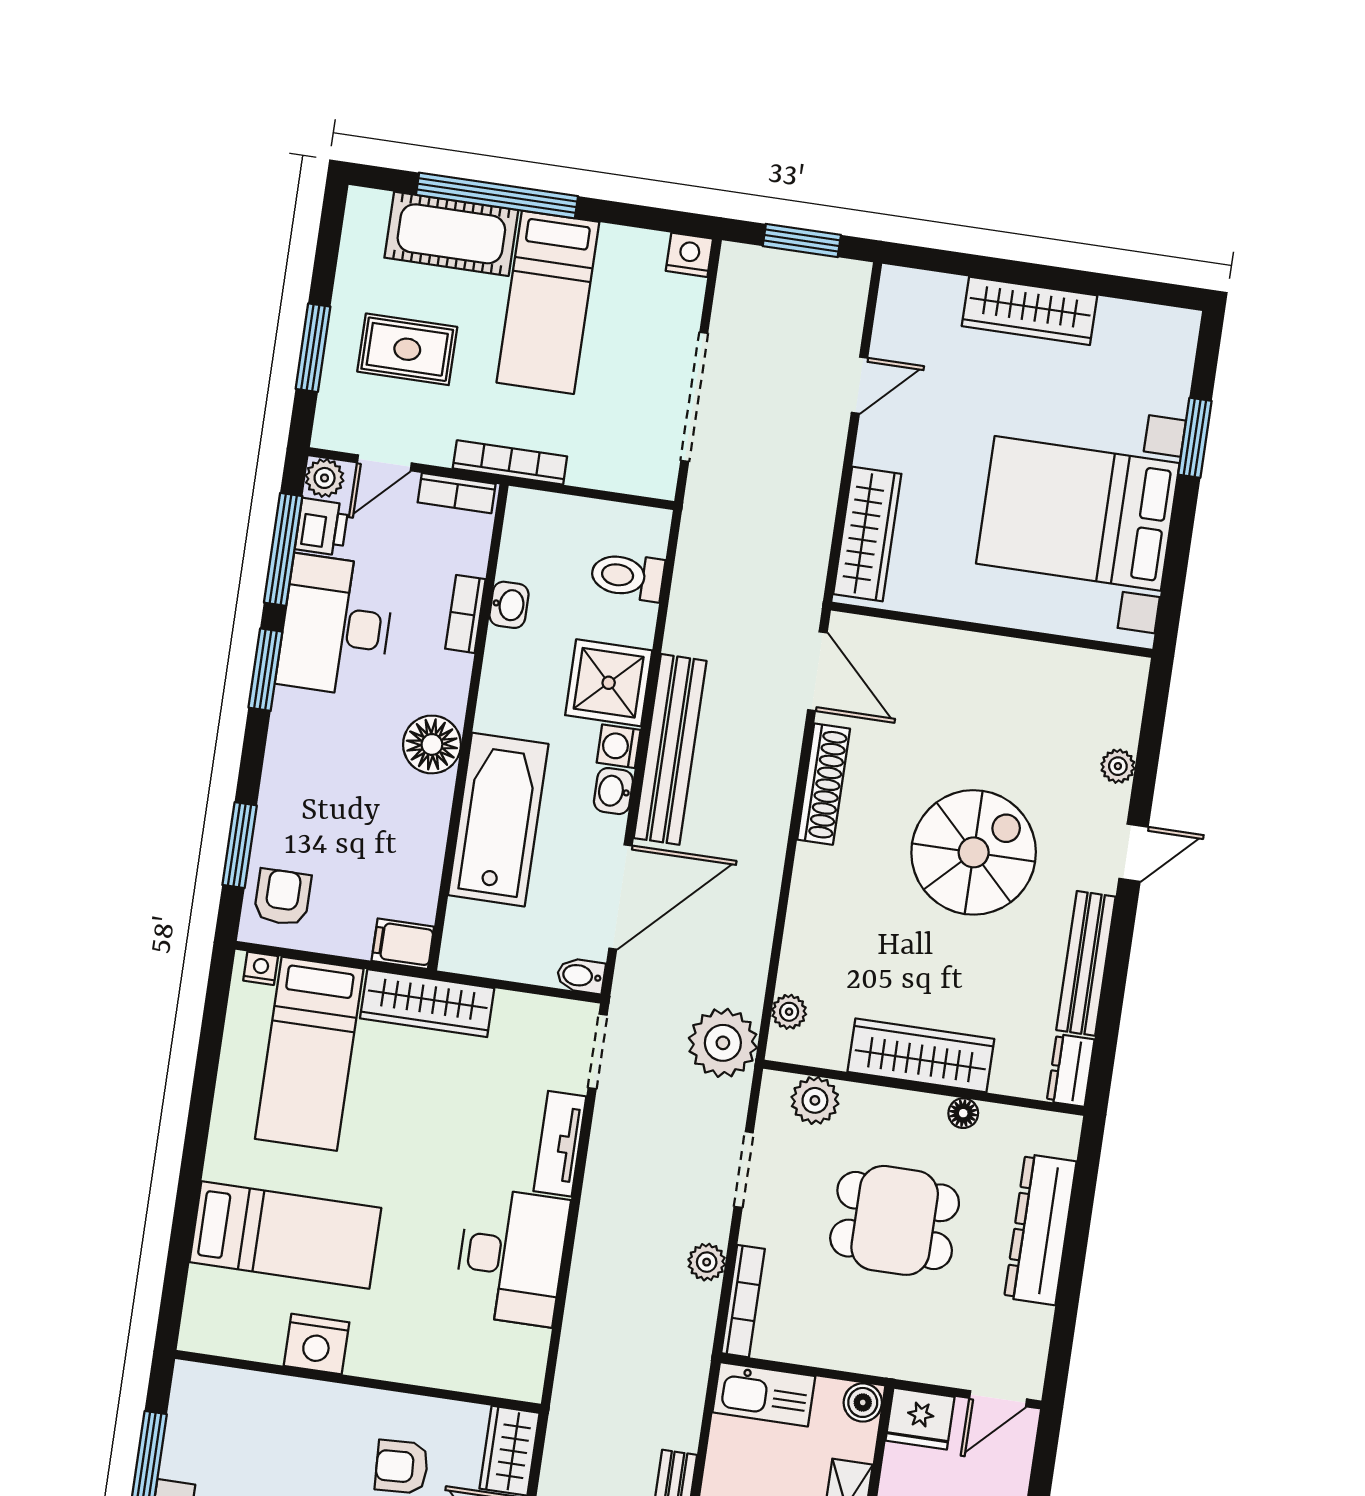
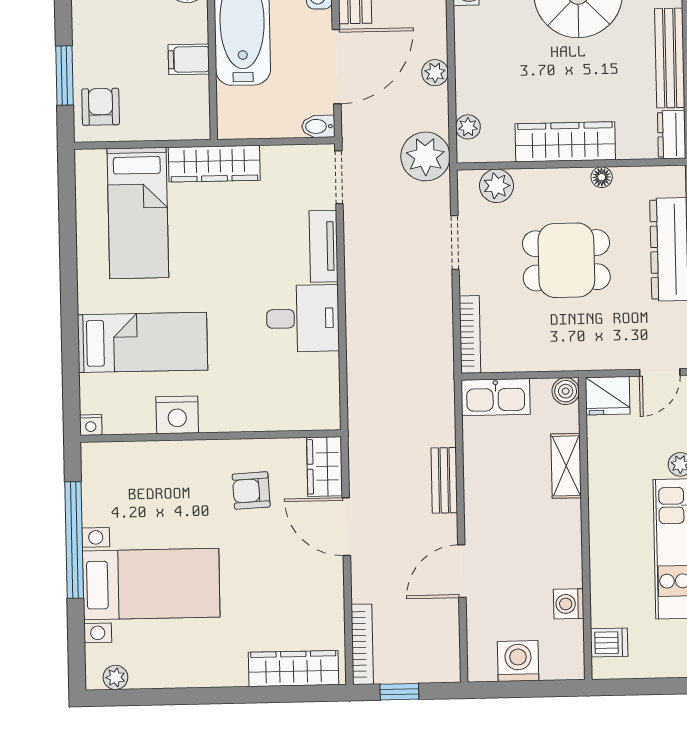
filing cabinet: (403, 944) -> (189, 59), moved
nightstand: (261, 968) -> (91, 425), moved, turned 180
desk: (511, 1257) -> (303, 318), width x0.73
plant: (707, 1262) -> (435, 73), moved

